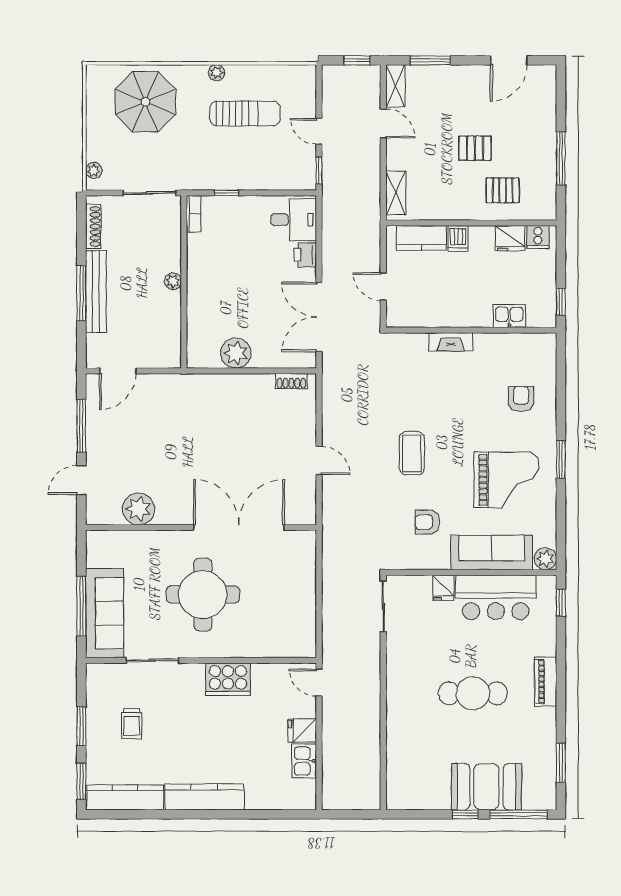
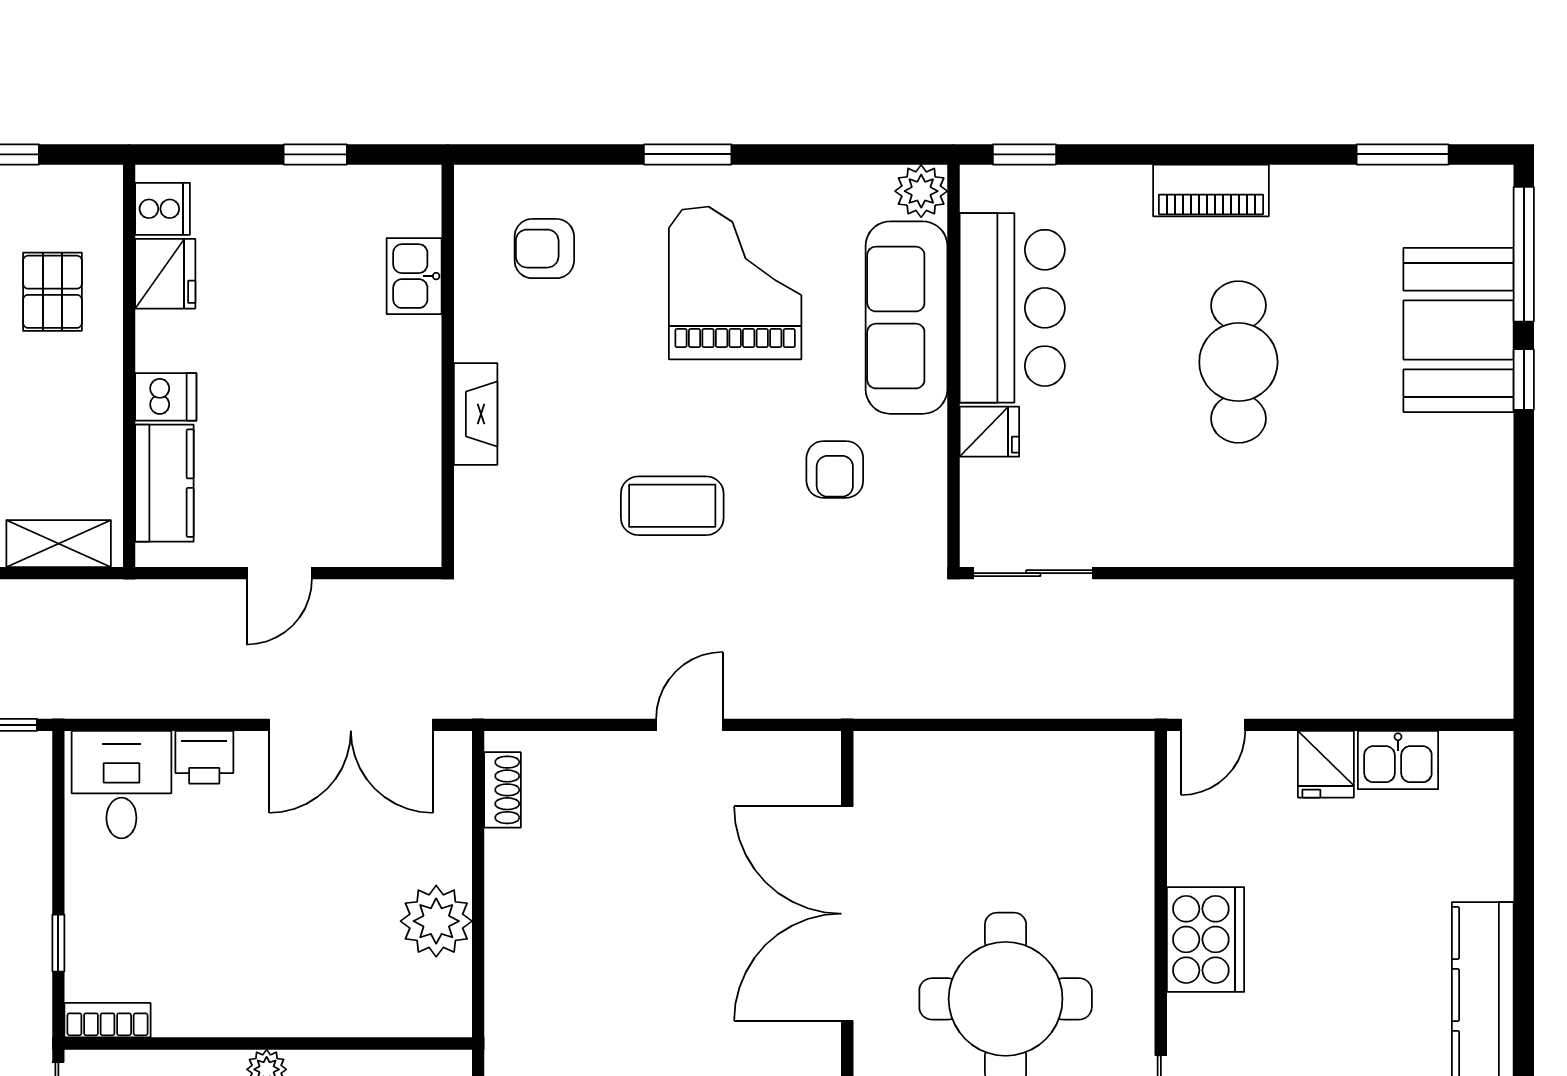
kitchen sink: (509, 316) -> (414, 276), moved
wall: (471, 330) -> (448, 366), moved
fireplace: (451, 342) -> (476, 414), moved

